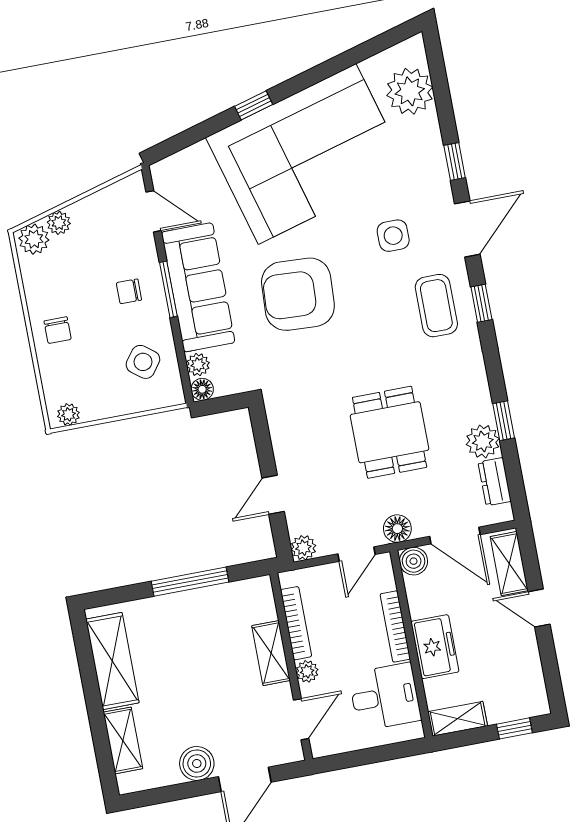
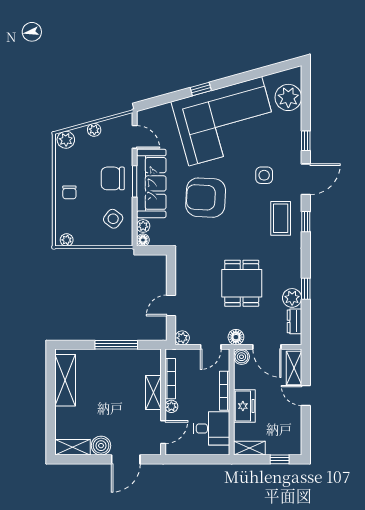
plant: (59, 223) -> (94, 130), moved
chair: (129, 291) -> (113, 178), width x1.87, depth x1.87
shelving: (123, 740) -> (72, 447), moved, turned 90

